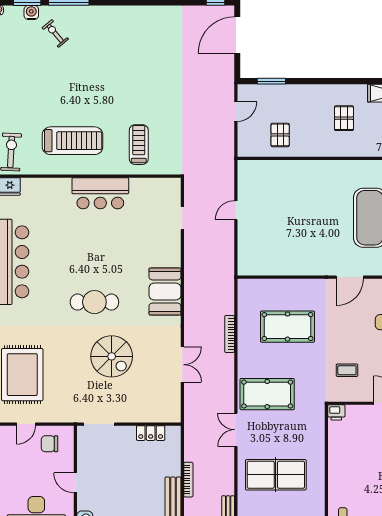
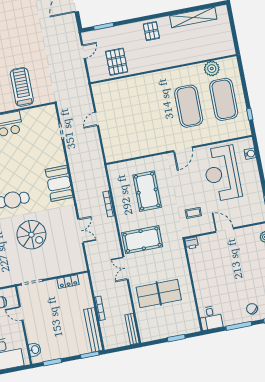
pallet: (344, 118) -> (151, 31), moved
pallet: (280, 135) -> (117, 62), width x1.50, depth x1.42
treadmill: (139, 145) -> (22, 87), width x1.37, depth x1.38
pool table: (288, 327) -> (147, 191), turned 90
door: (75, 483) -> (21, 313), moved

